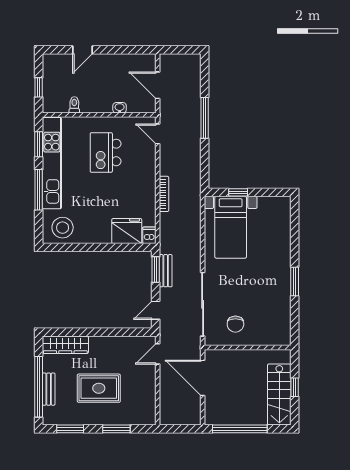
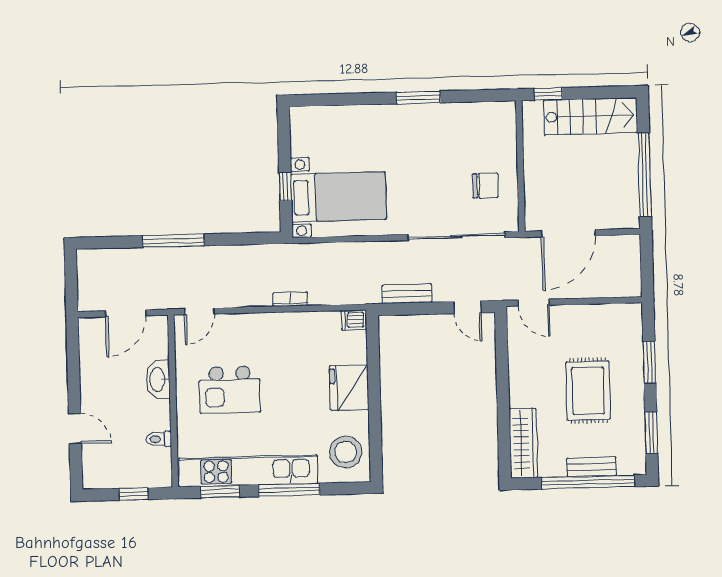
washbasin: (120, 108) -> (158, 379), width x1.91, depth x1.45
bookcase: (164, 194) -> (290, 299), width x0.64
fridge: (127, 231) -> (349, 388), moved
window: (156, 270) -> (406, 309), removed
window: (295, 387) -> (548, 94), moved

